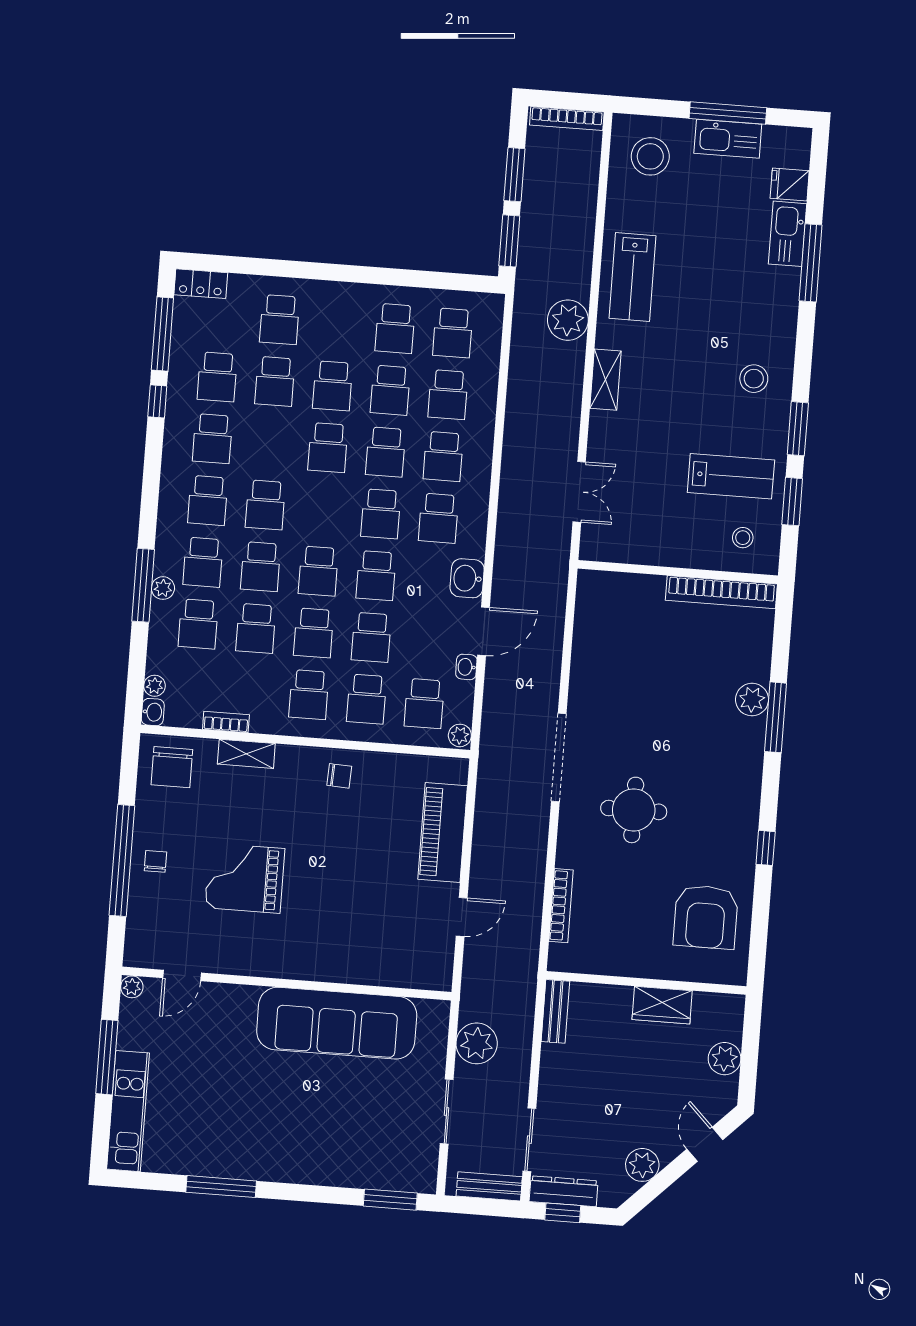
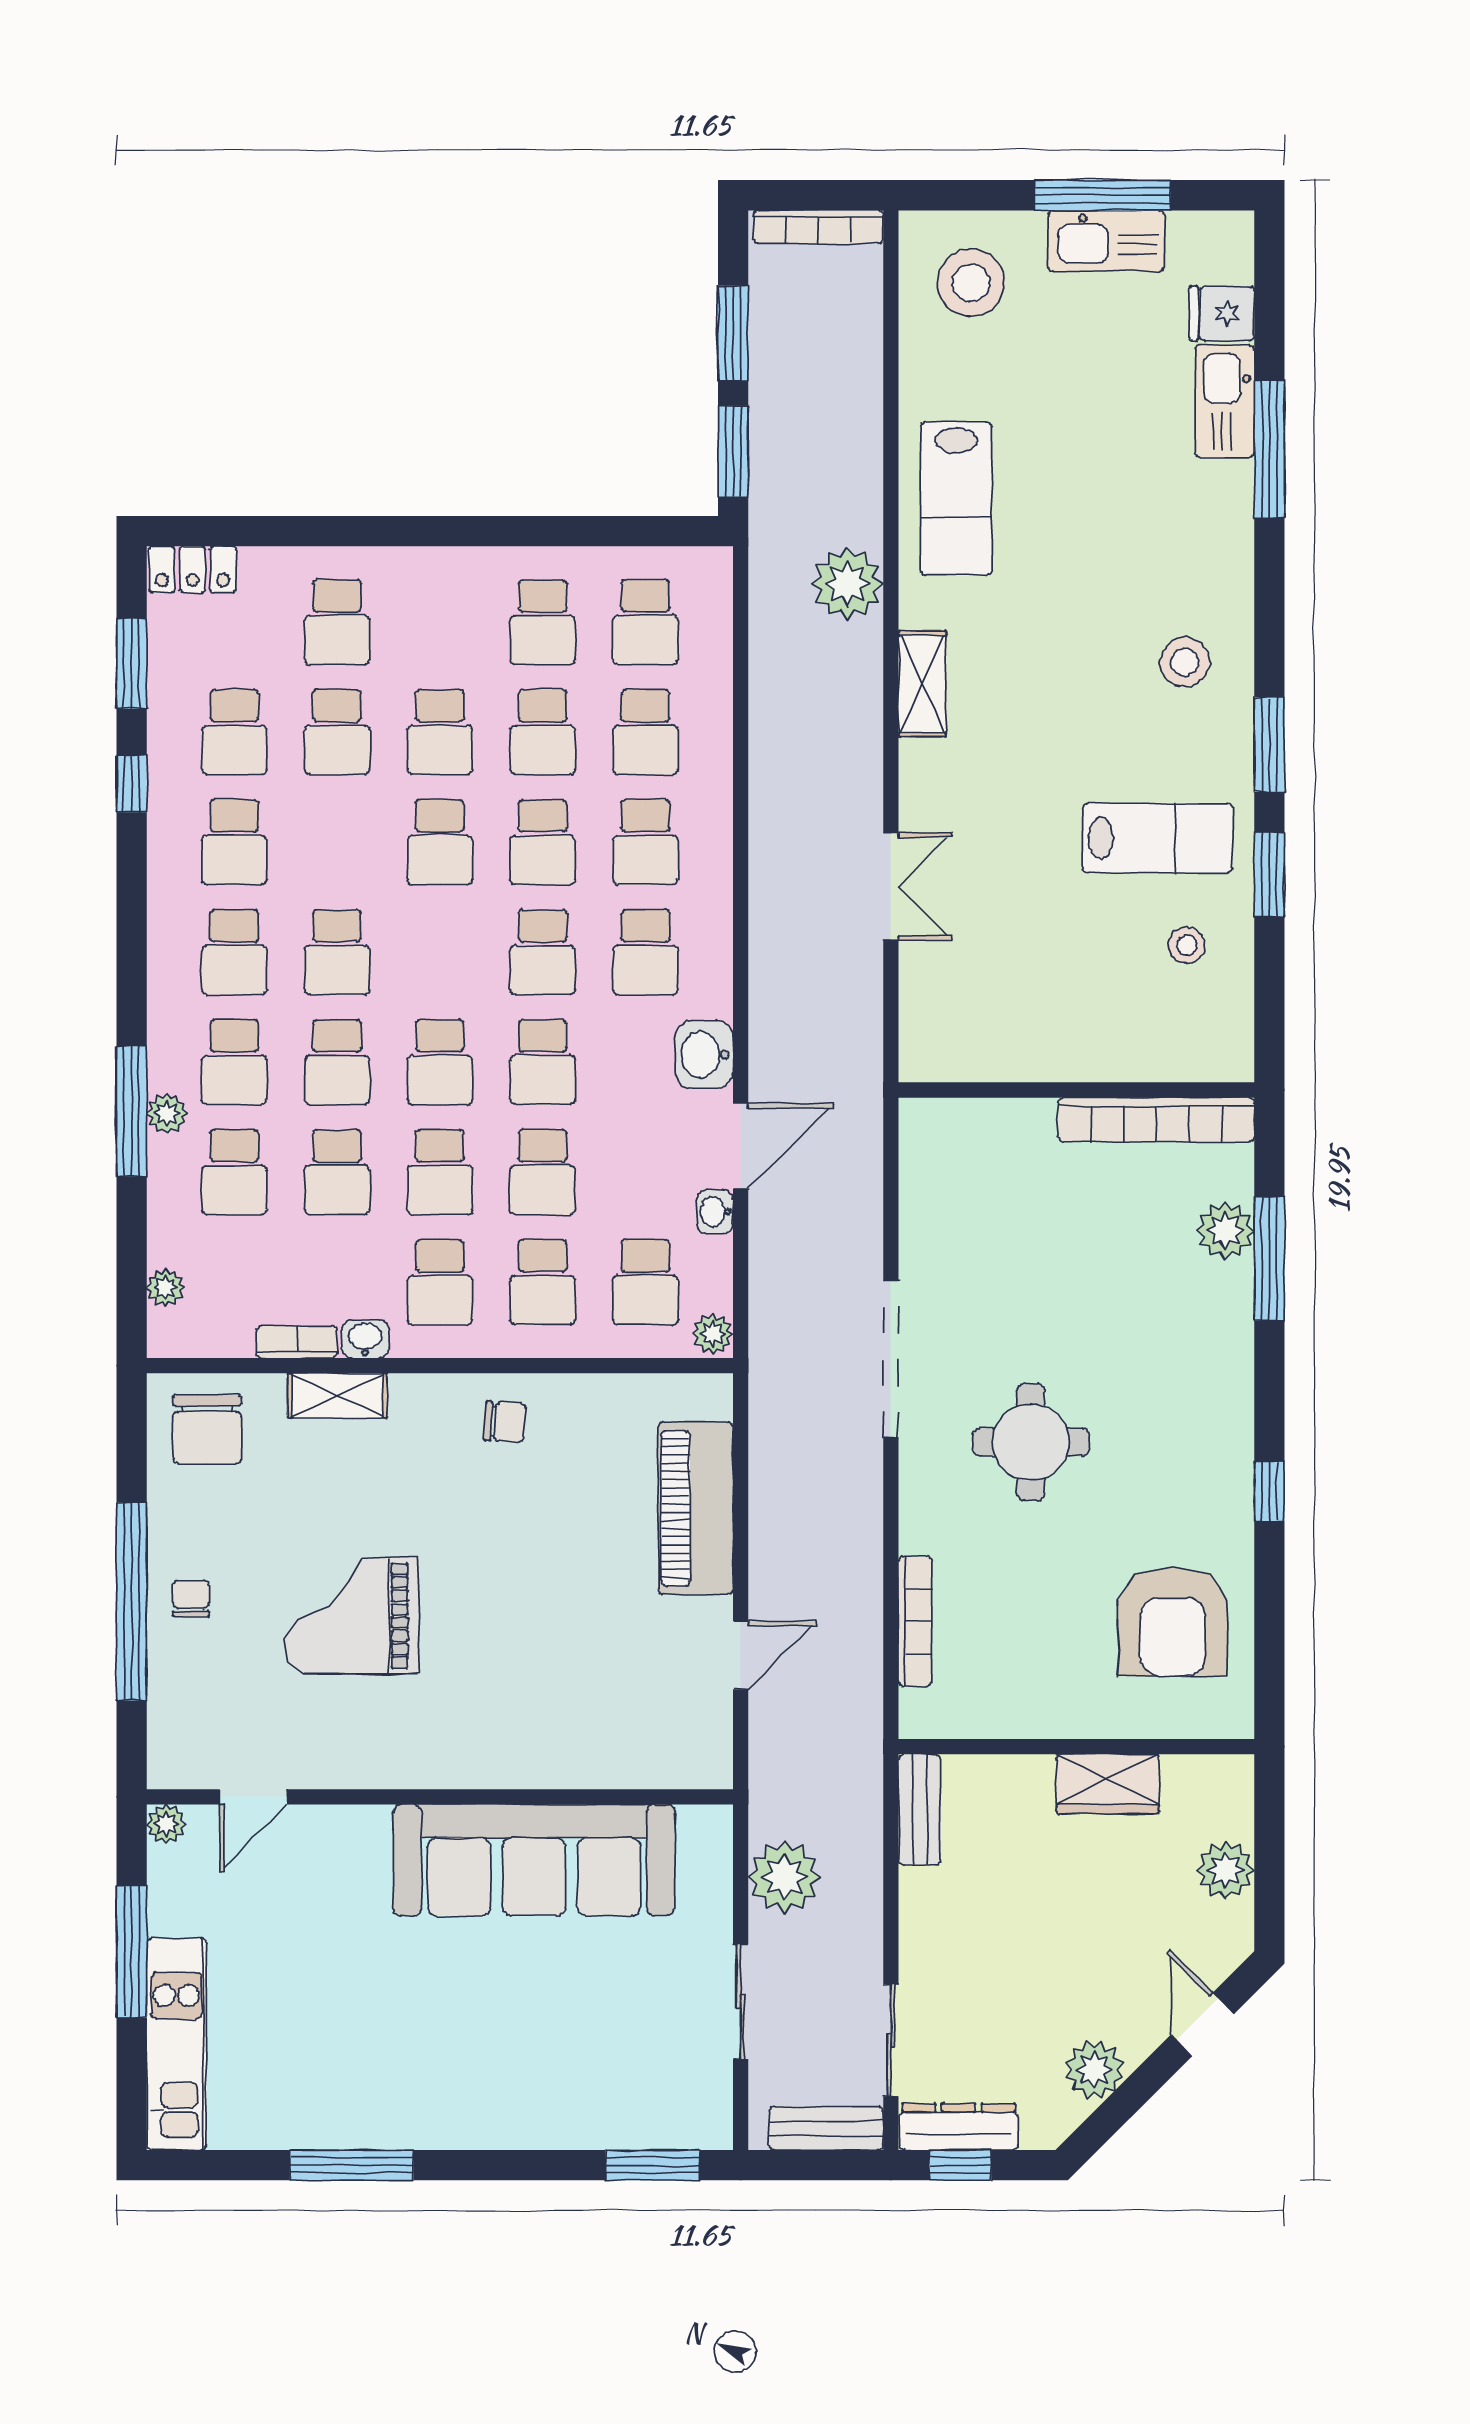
window: (162, 334) -> (132, 664), width x0.69
wall: (678, 572) -> (1076, 1090), moved
bookcase: (721, 592) -> (1156, 1120), moved
washbasin: (153, 712) -> (365, 1339), moved, turned -90

